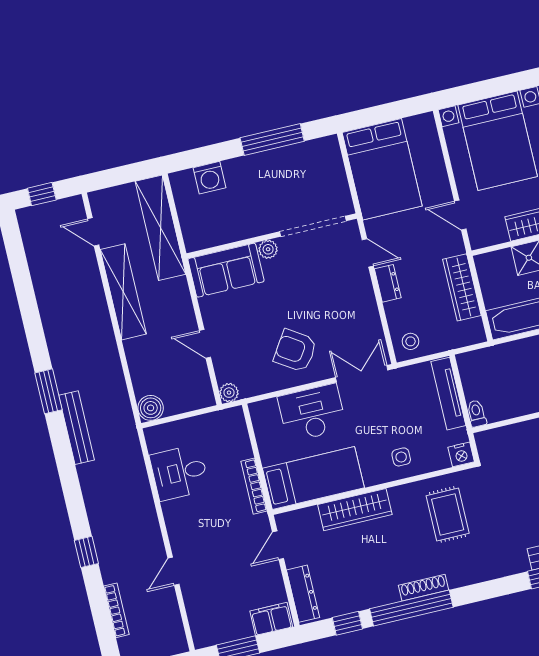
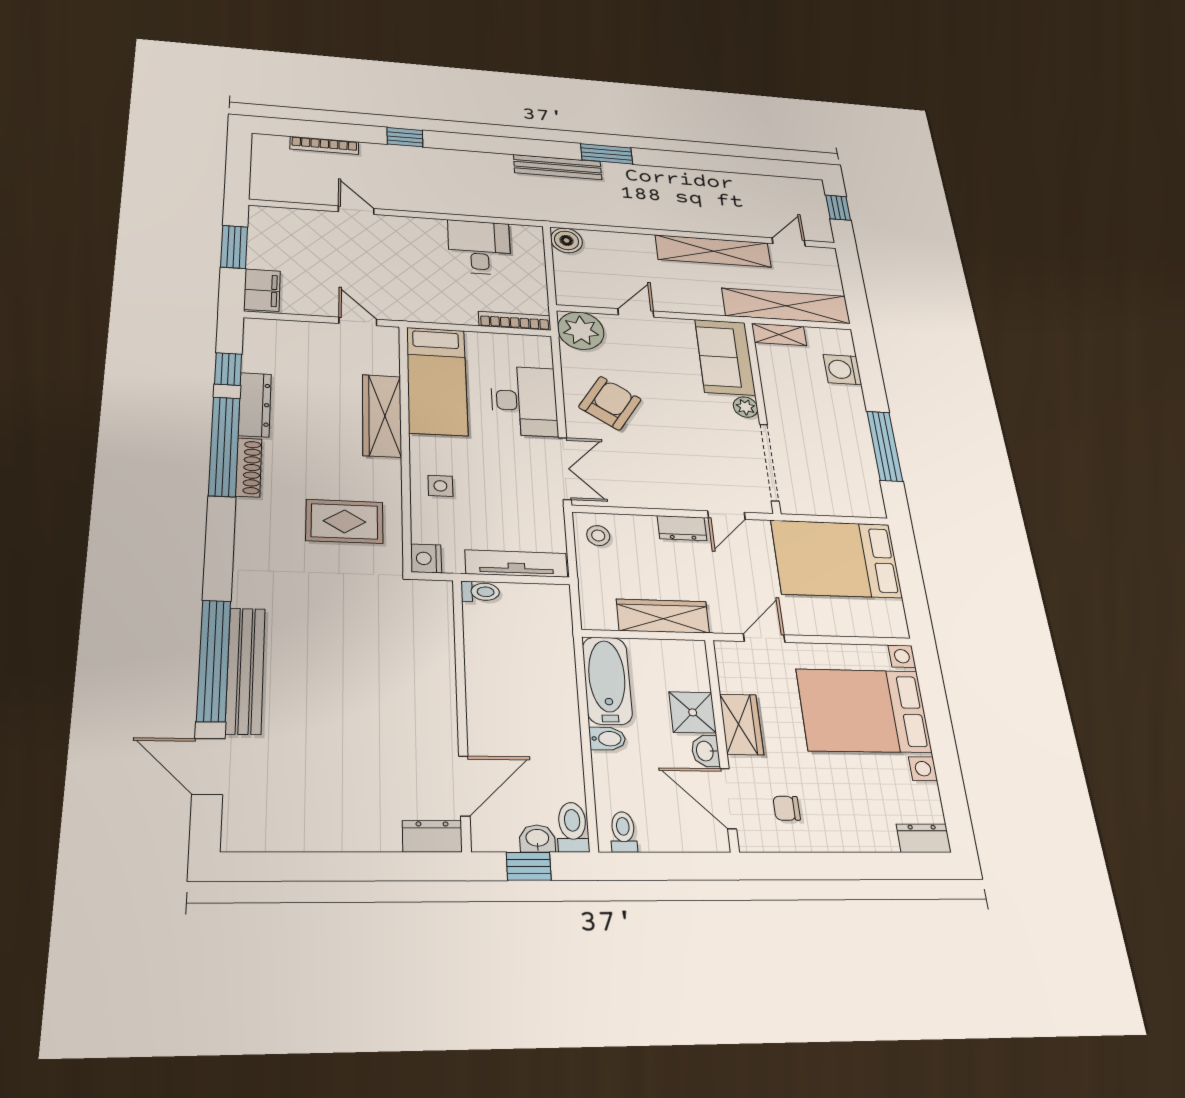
shelving: (191, 231) -> (779, 334), added
plant: (229, 393) -> (581, 331), width x1.87, depth x1.87
bookcase: (254, 486) -> (515, 321), moved
dresser: (303, 594) -> (255, 405), moved, turned -90

